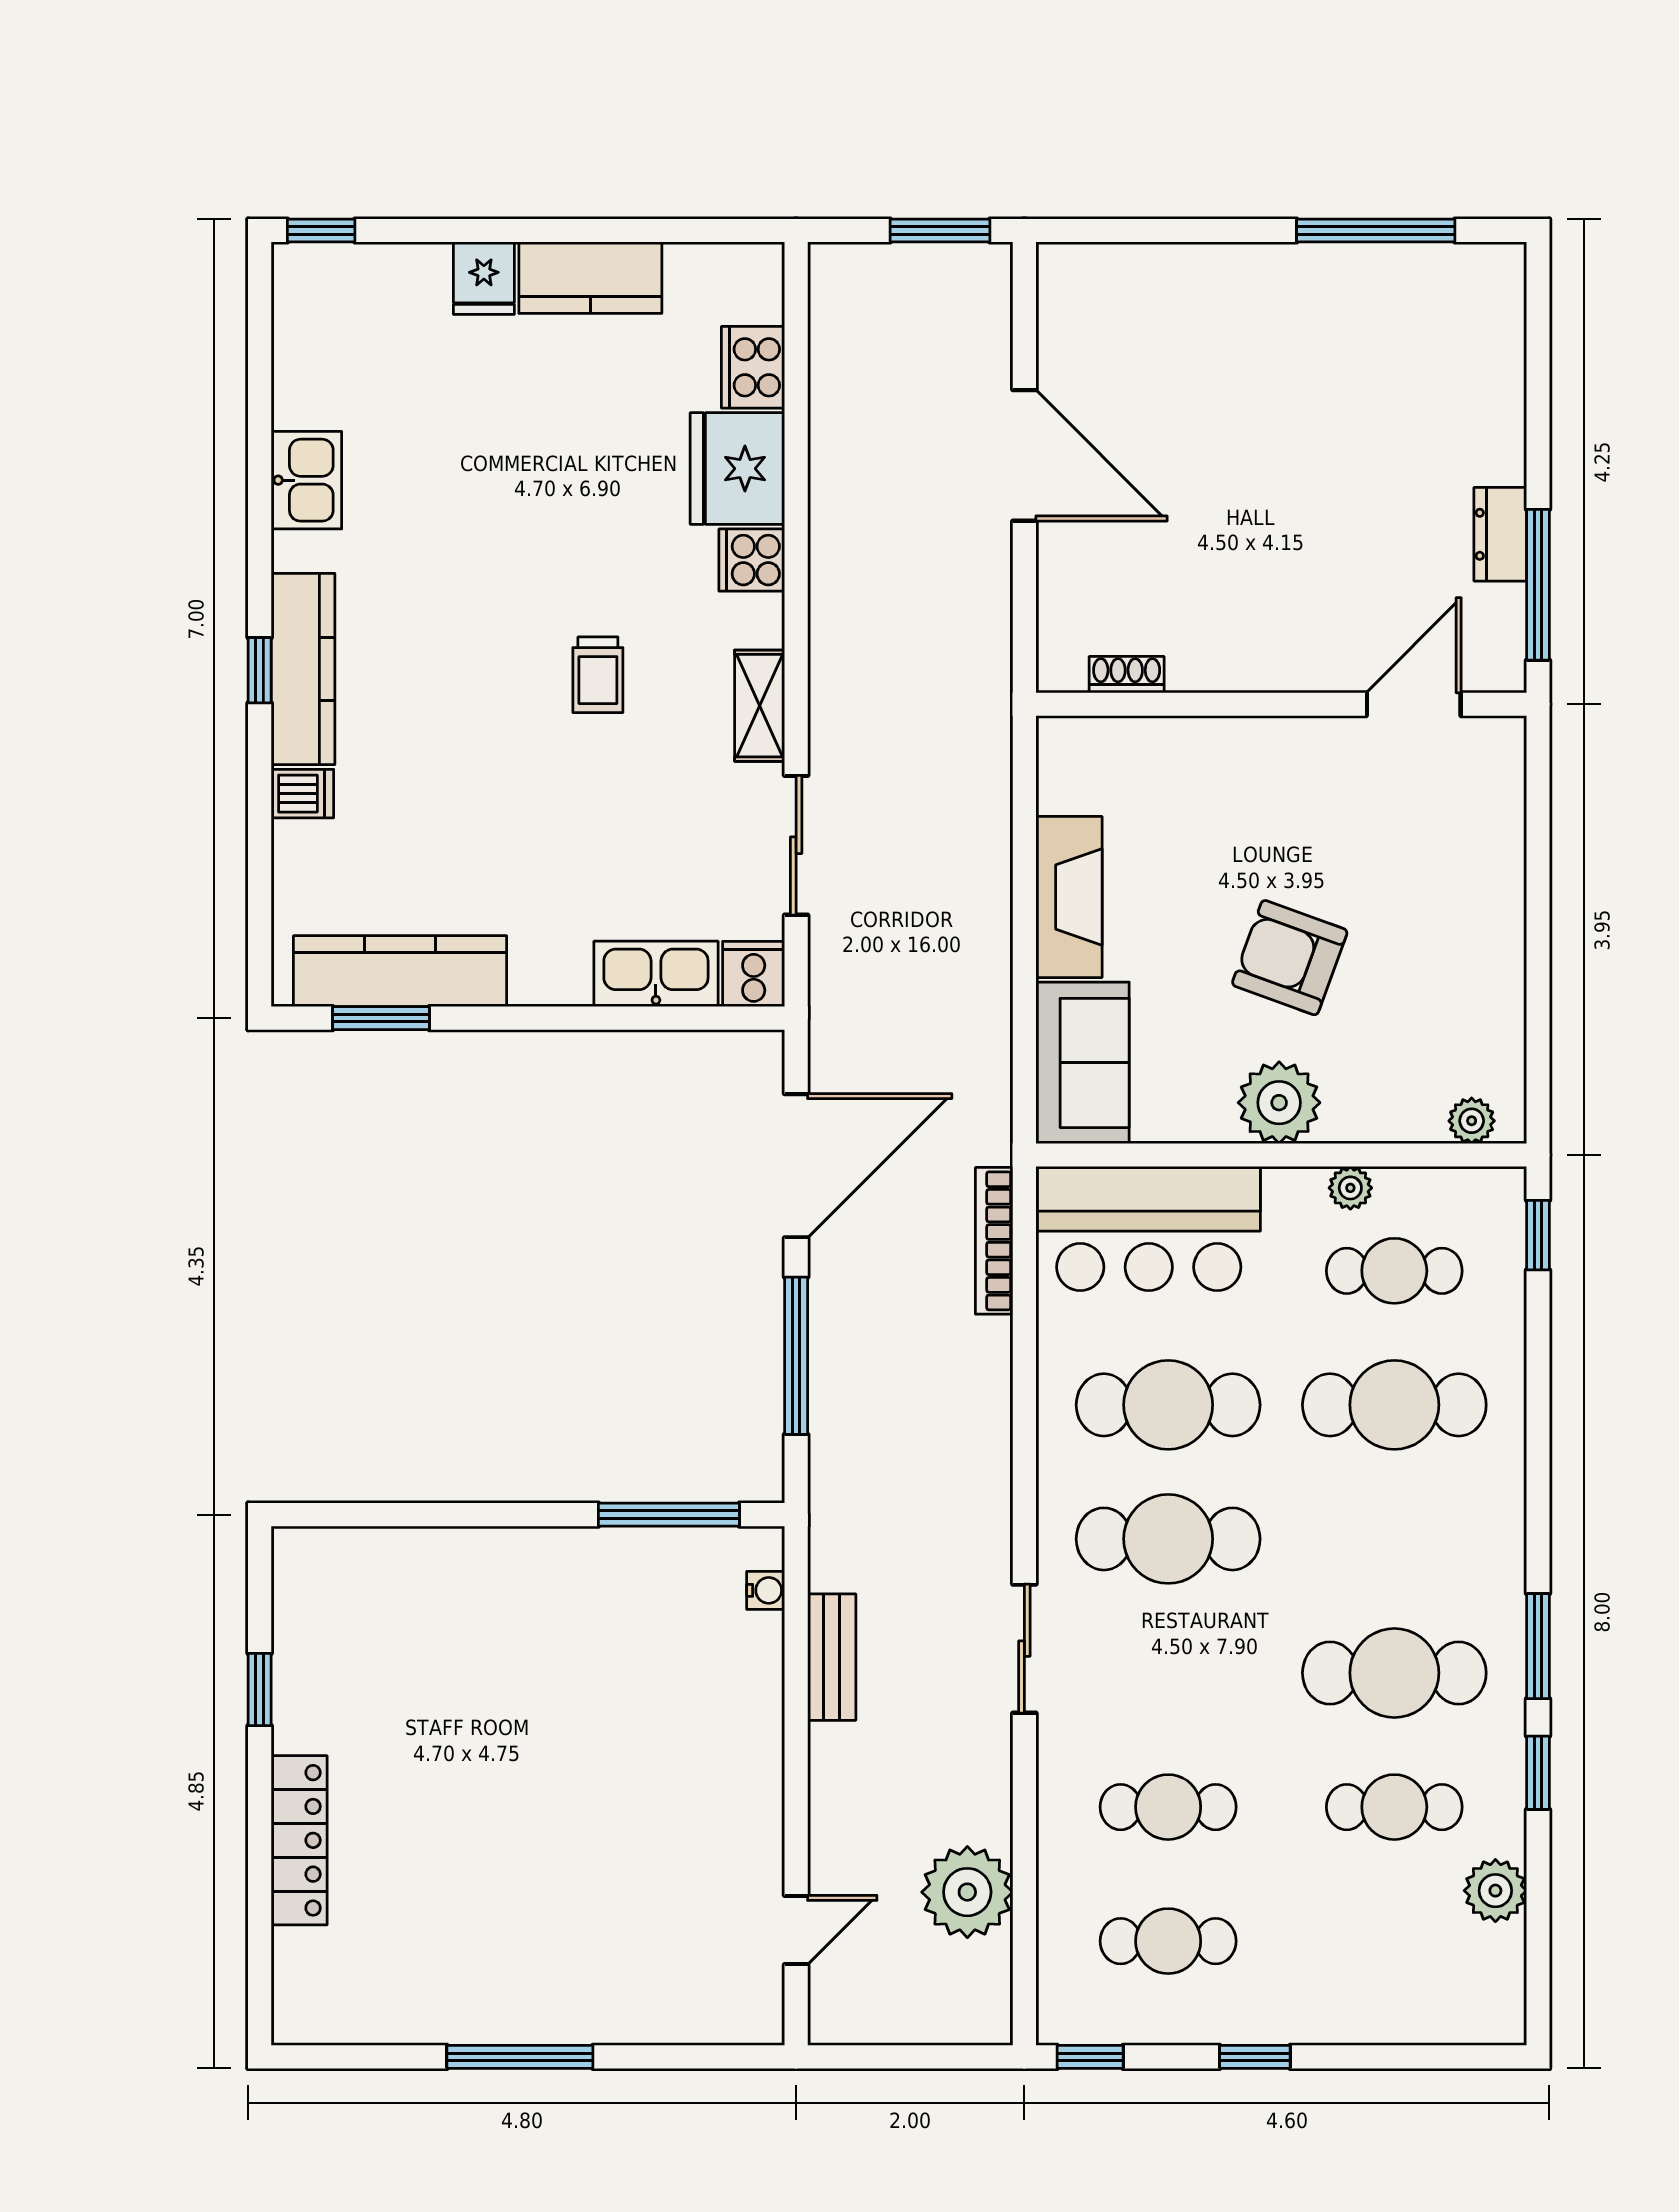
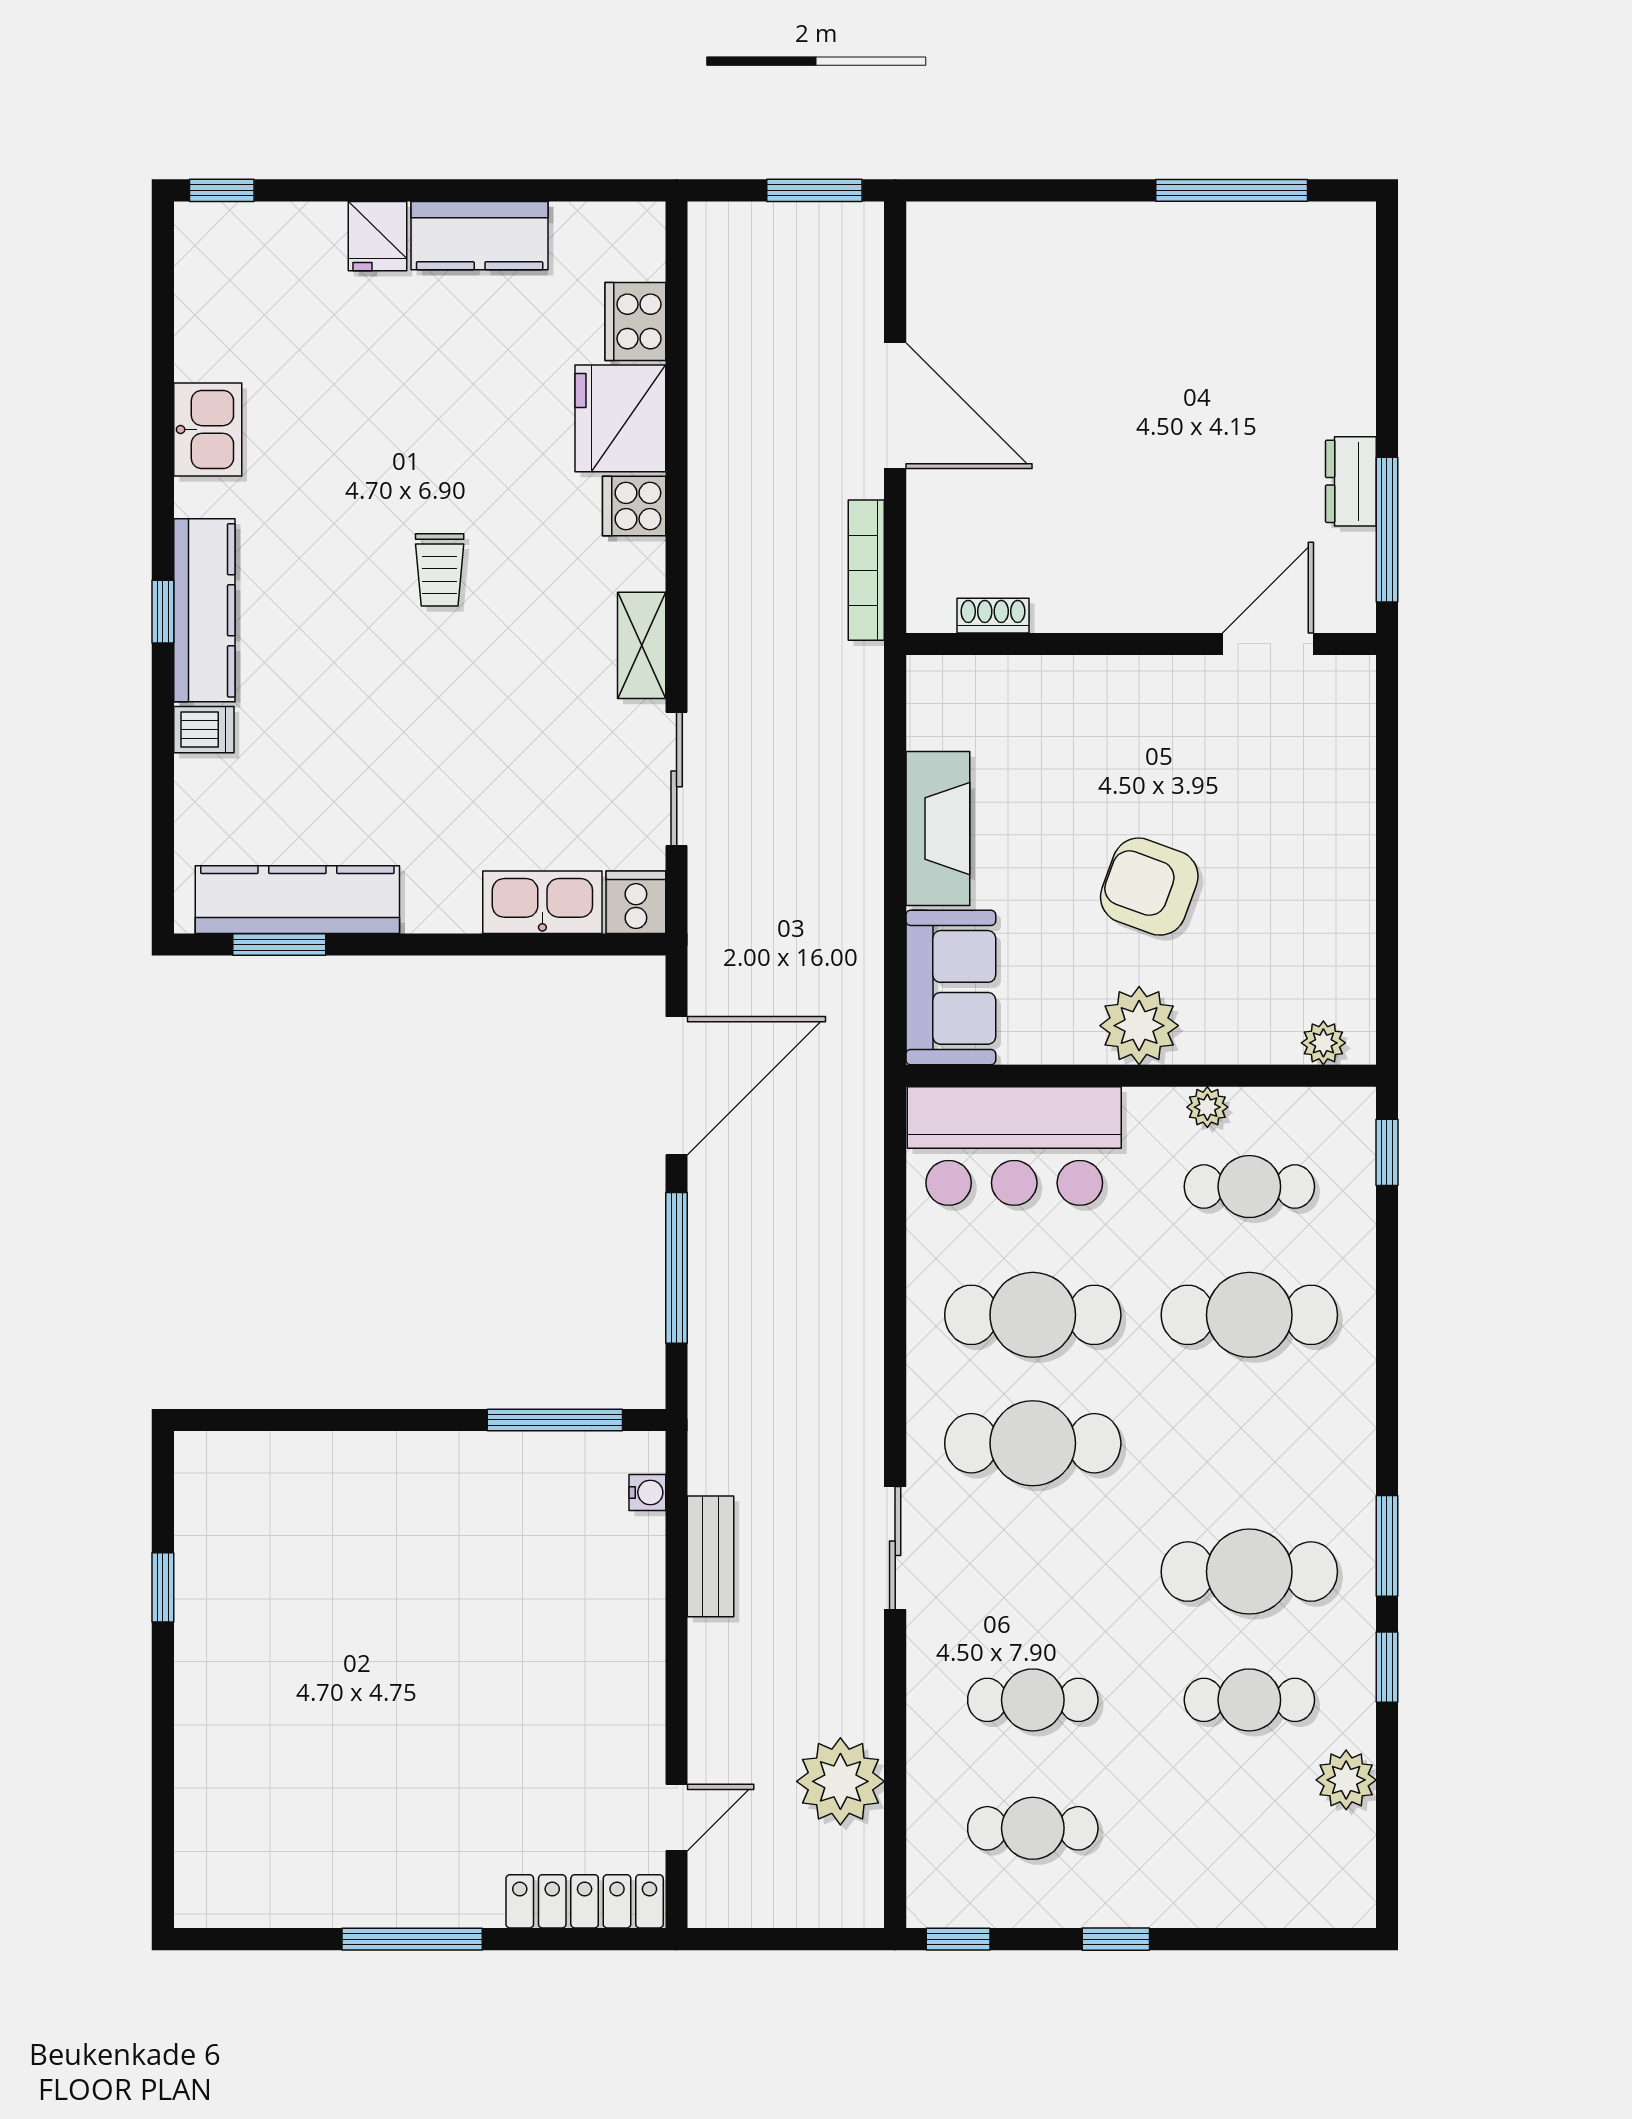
trolley: (598, 675) -> (440, 570), moved
bookcase: (994, 1241) -> (866, 570), moved
locker: (299, 1840) -> (585, 1901), moved, turned -90

